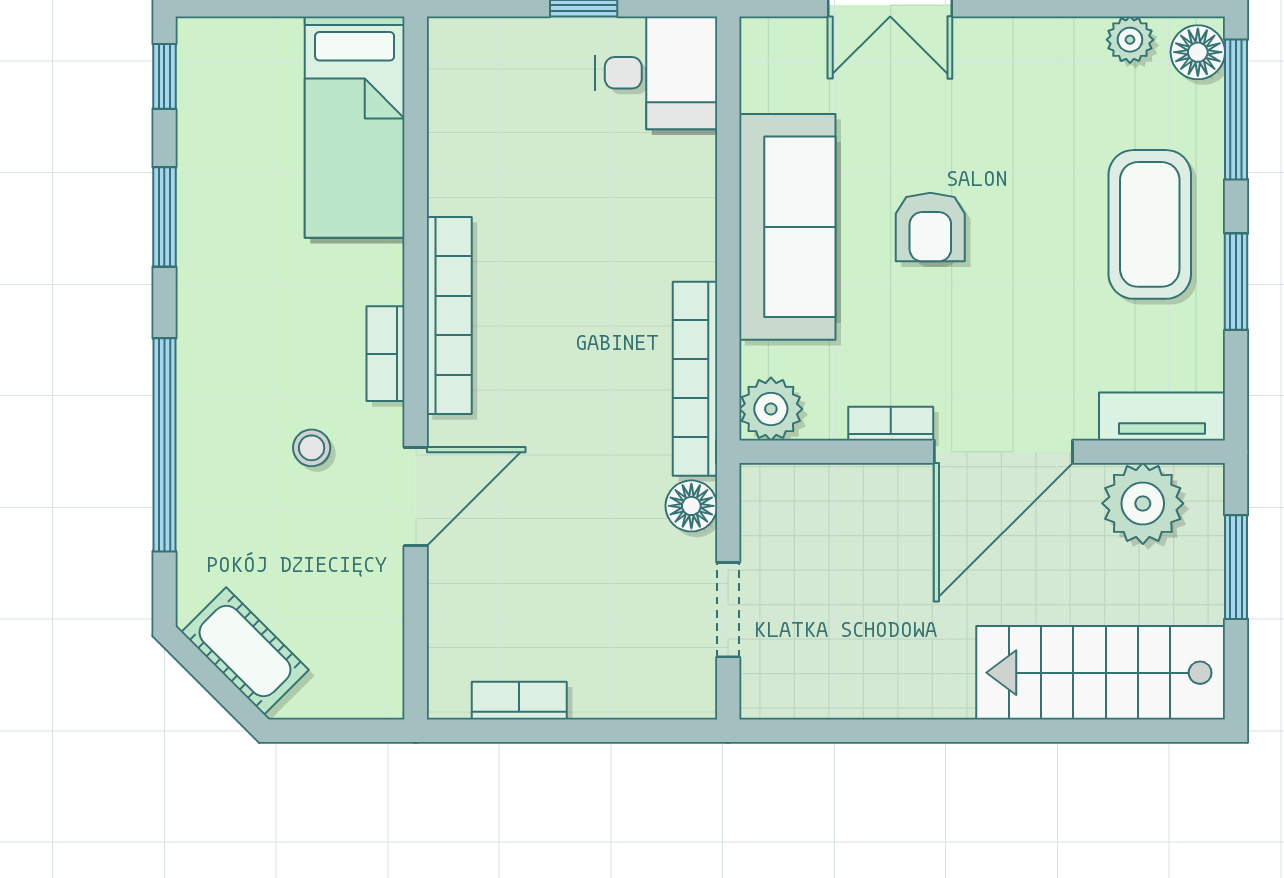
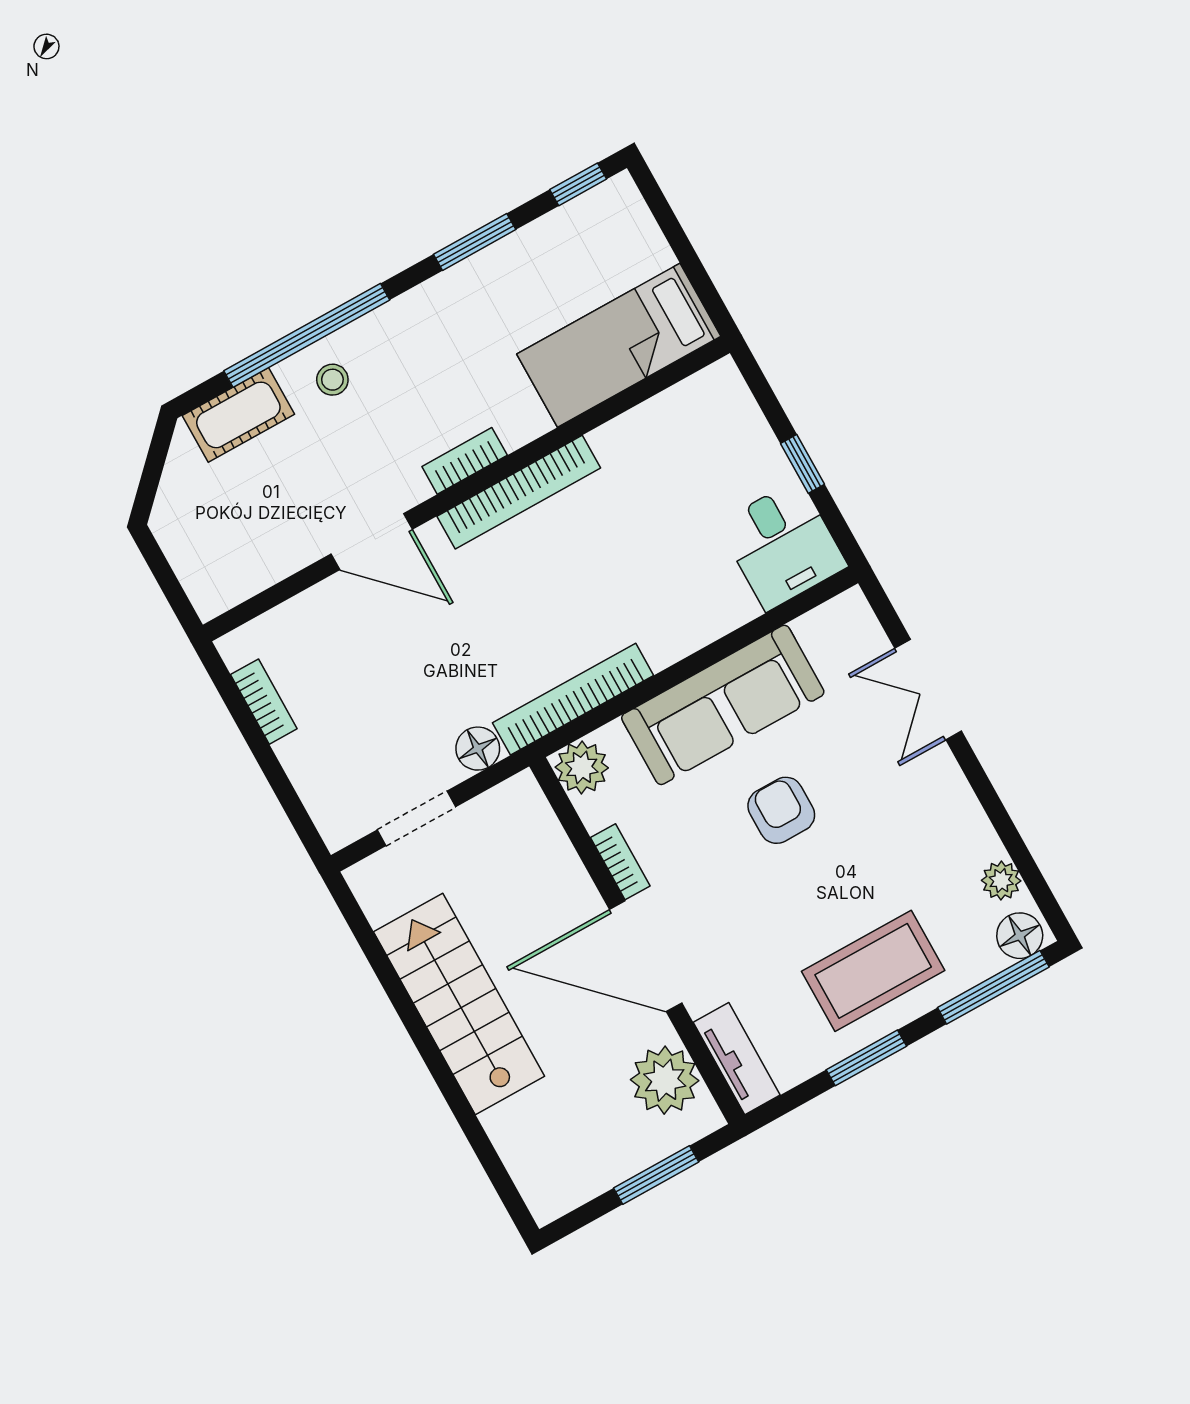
armchair: (930, 227) -> (781, 810), turned 90
stool: (312, 448) -> (332, 380), moved
cot: (245, 651) -> (238, 415), moved, turned 45
stairs: (1101, 673) -> (459, 1004), moved

